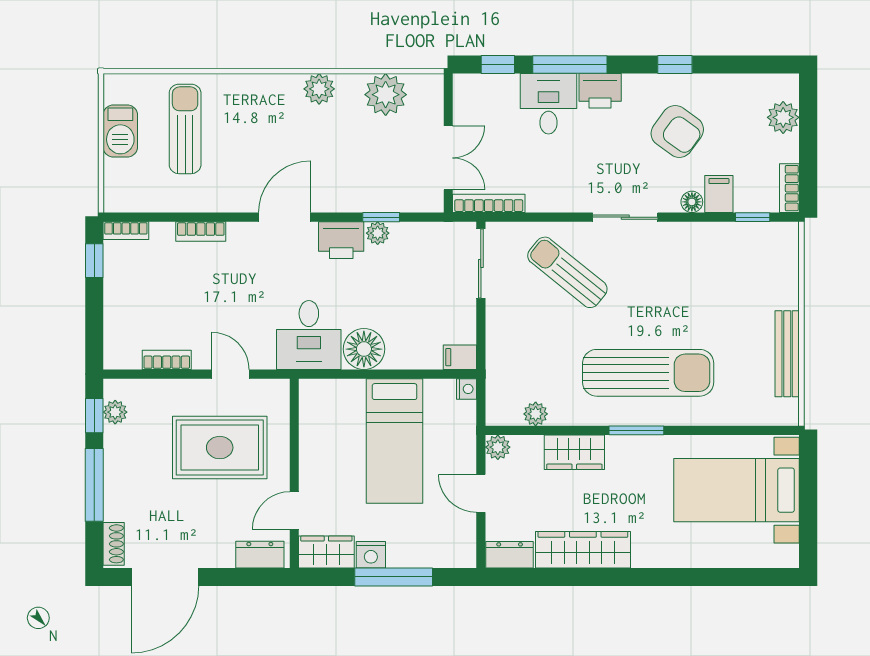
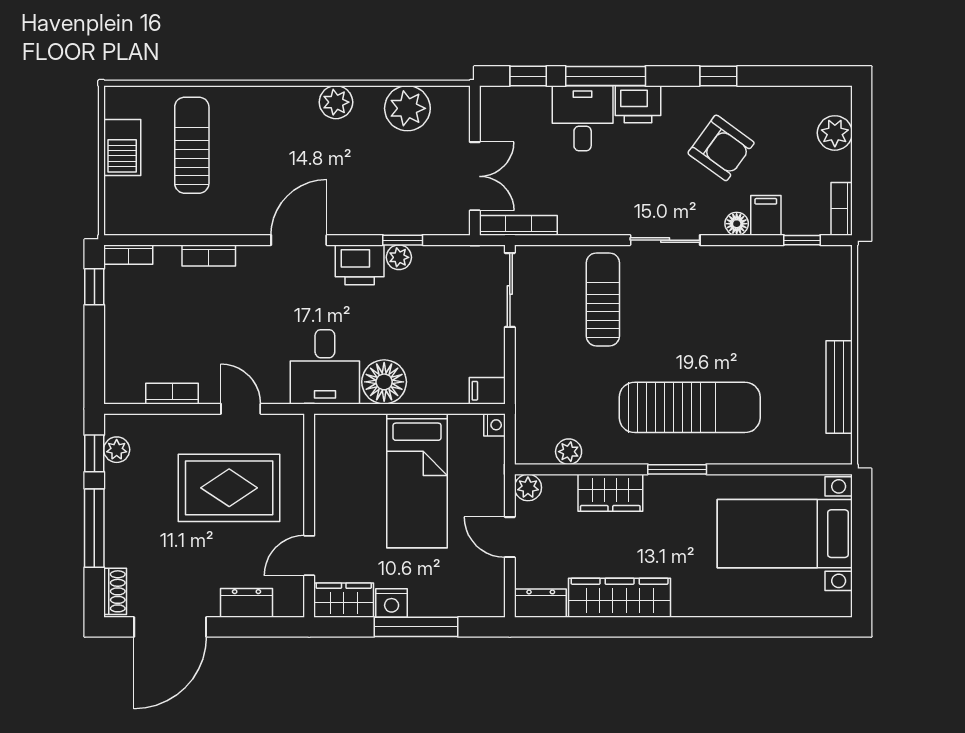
sun lounger: (567, 272) -> (603, 299), turned 51
dresser: (260, 555) -> (247, 603), moved

